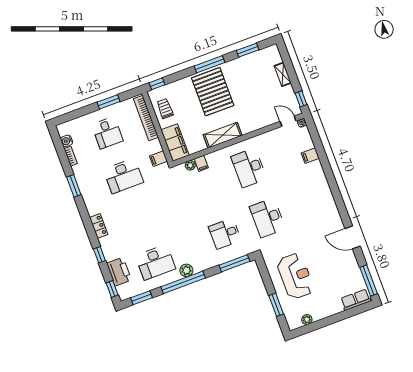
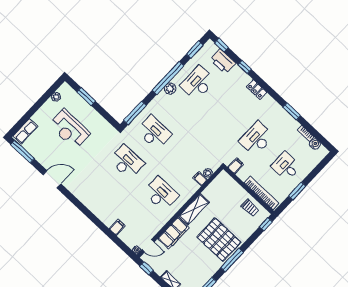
filing cabinet: (175, 143) -> (173, 233), moved, turned -90
desk: (225, 234) -> (154, 133), width x1.37
reception desk: (295, 276) -> (69, 129), moved

